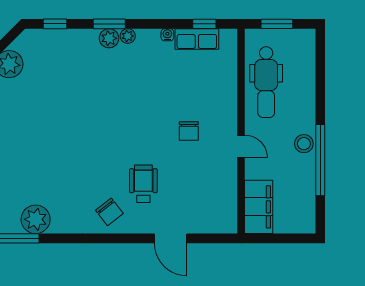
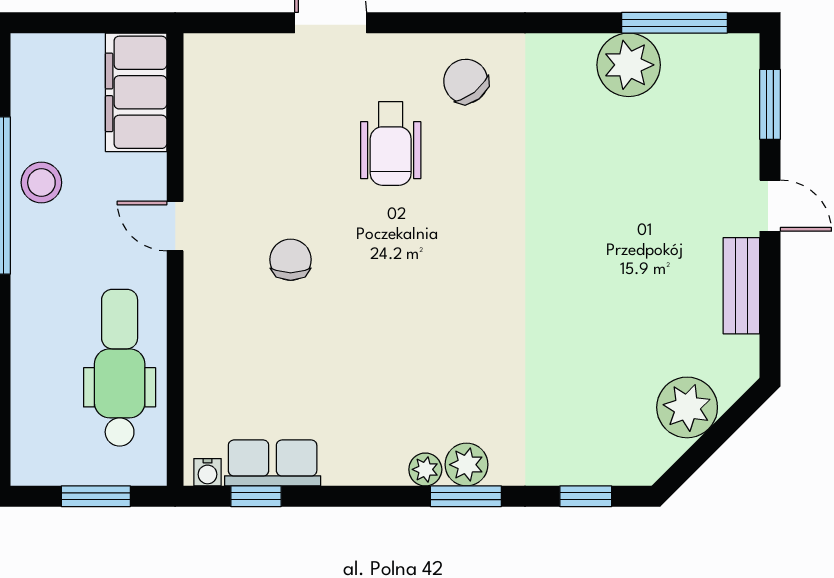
water cooler: (167, 35) -> (208, 472), moved
stool: (304, 144) -> (41, 183), moved

